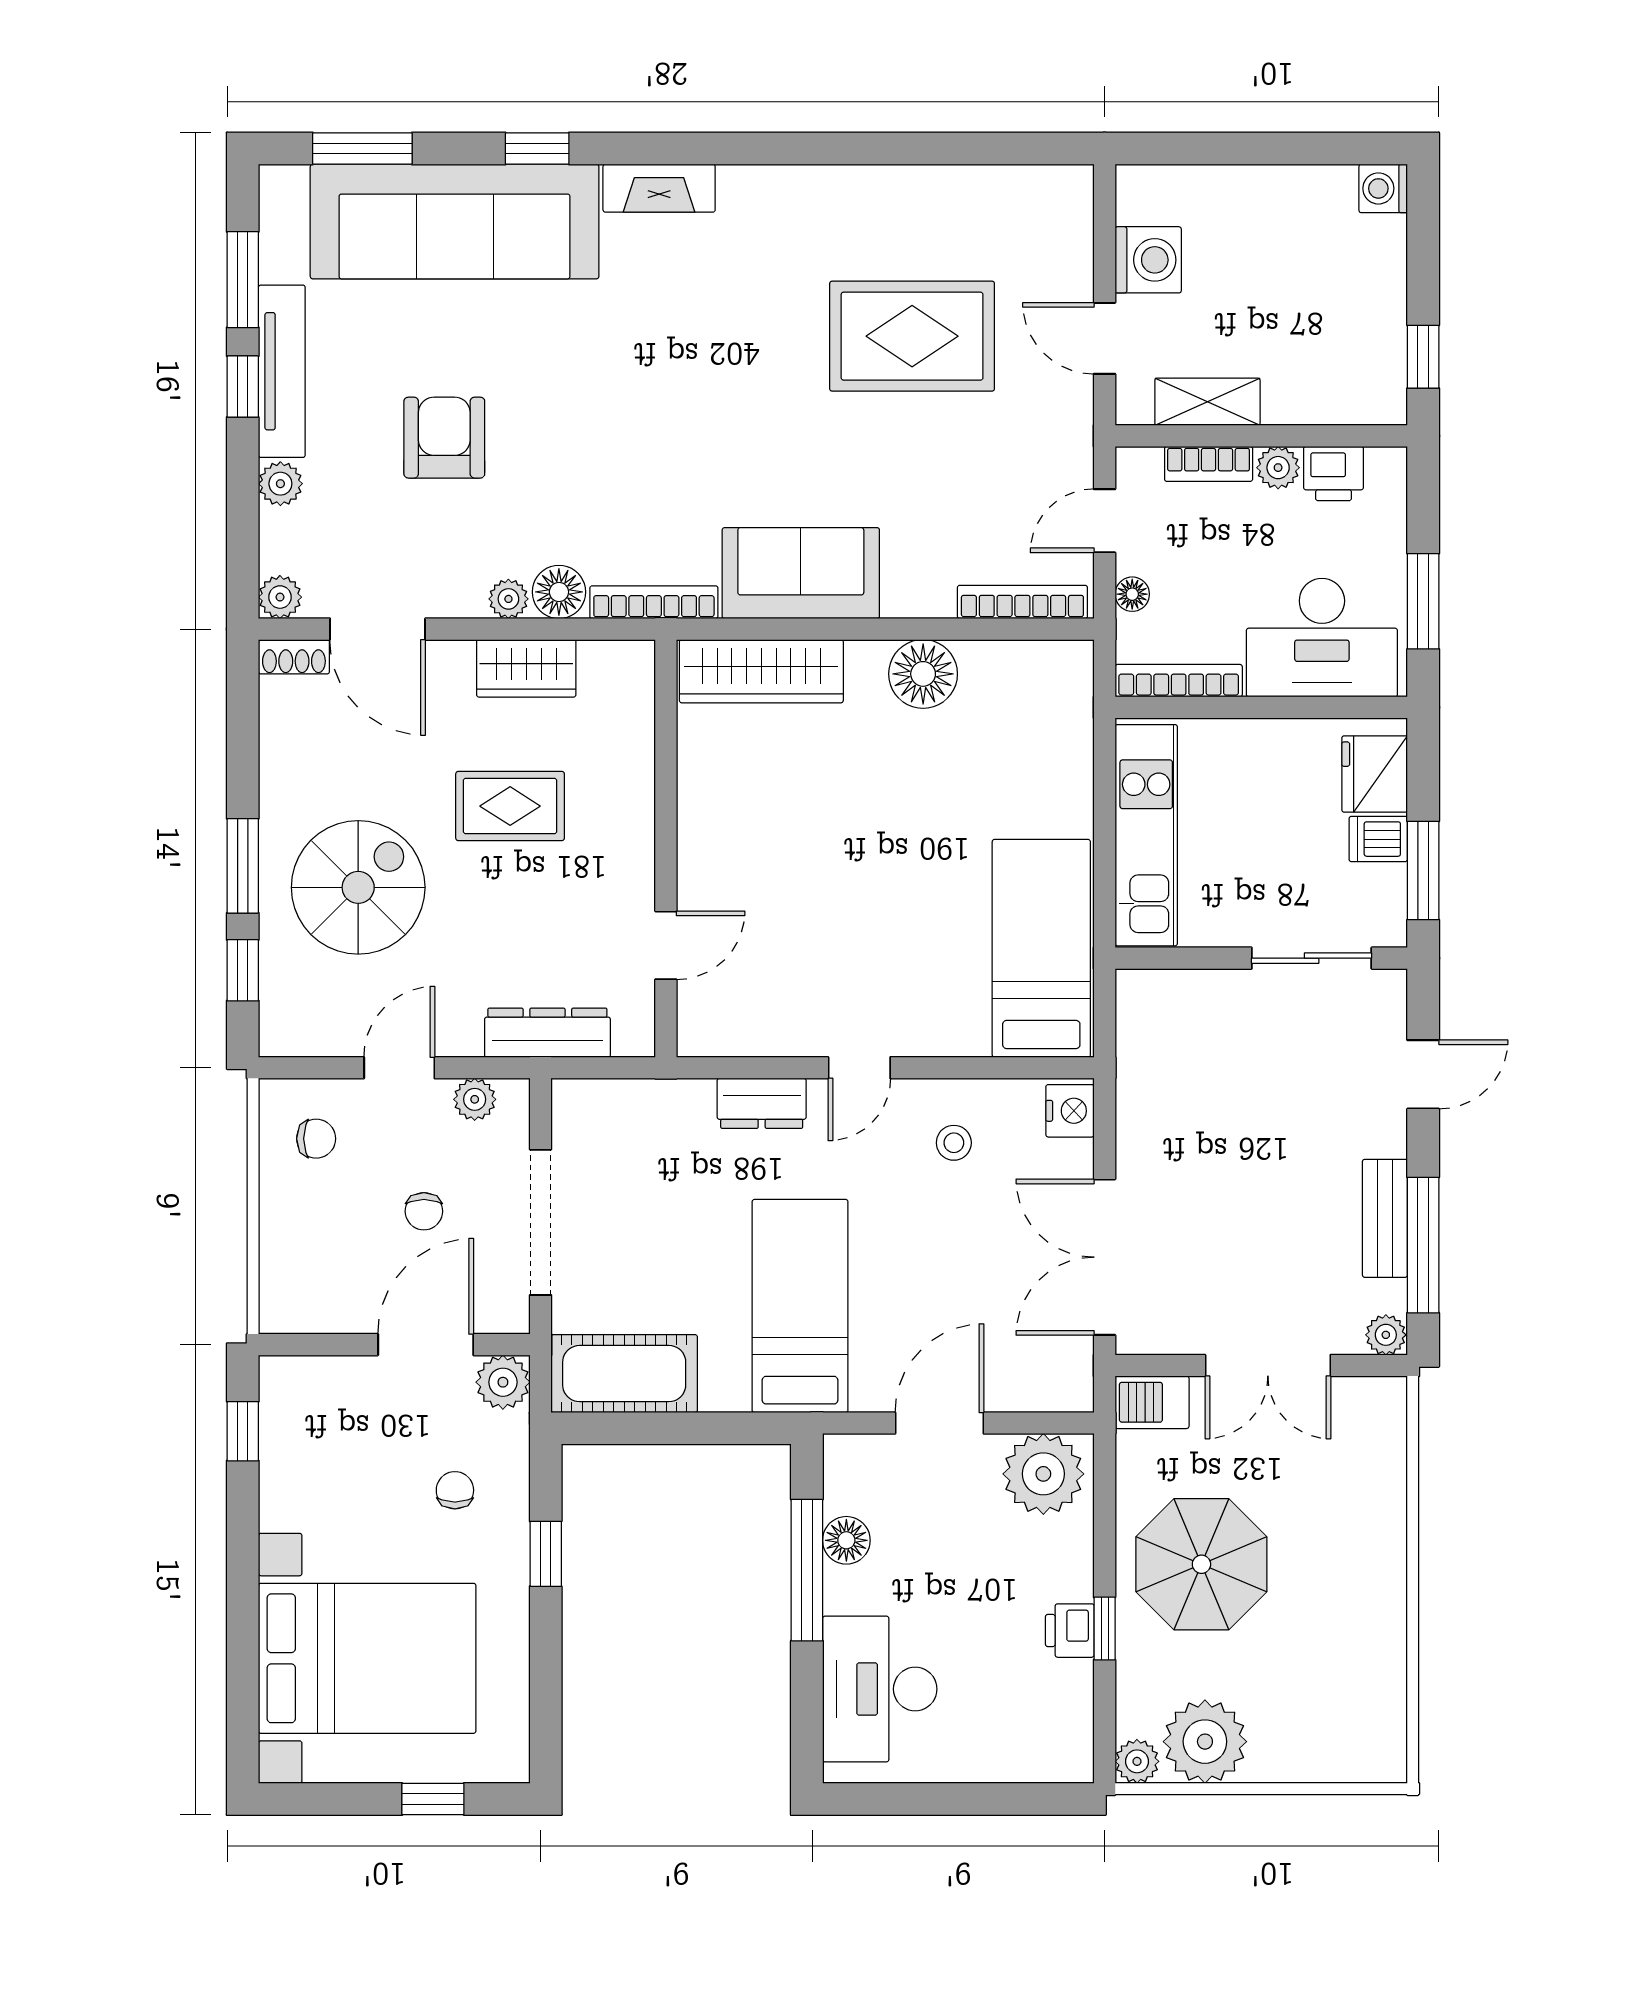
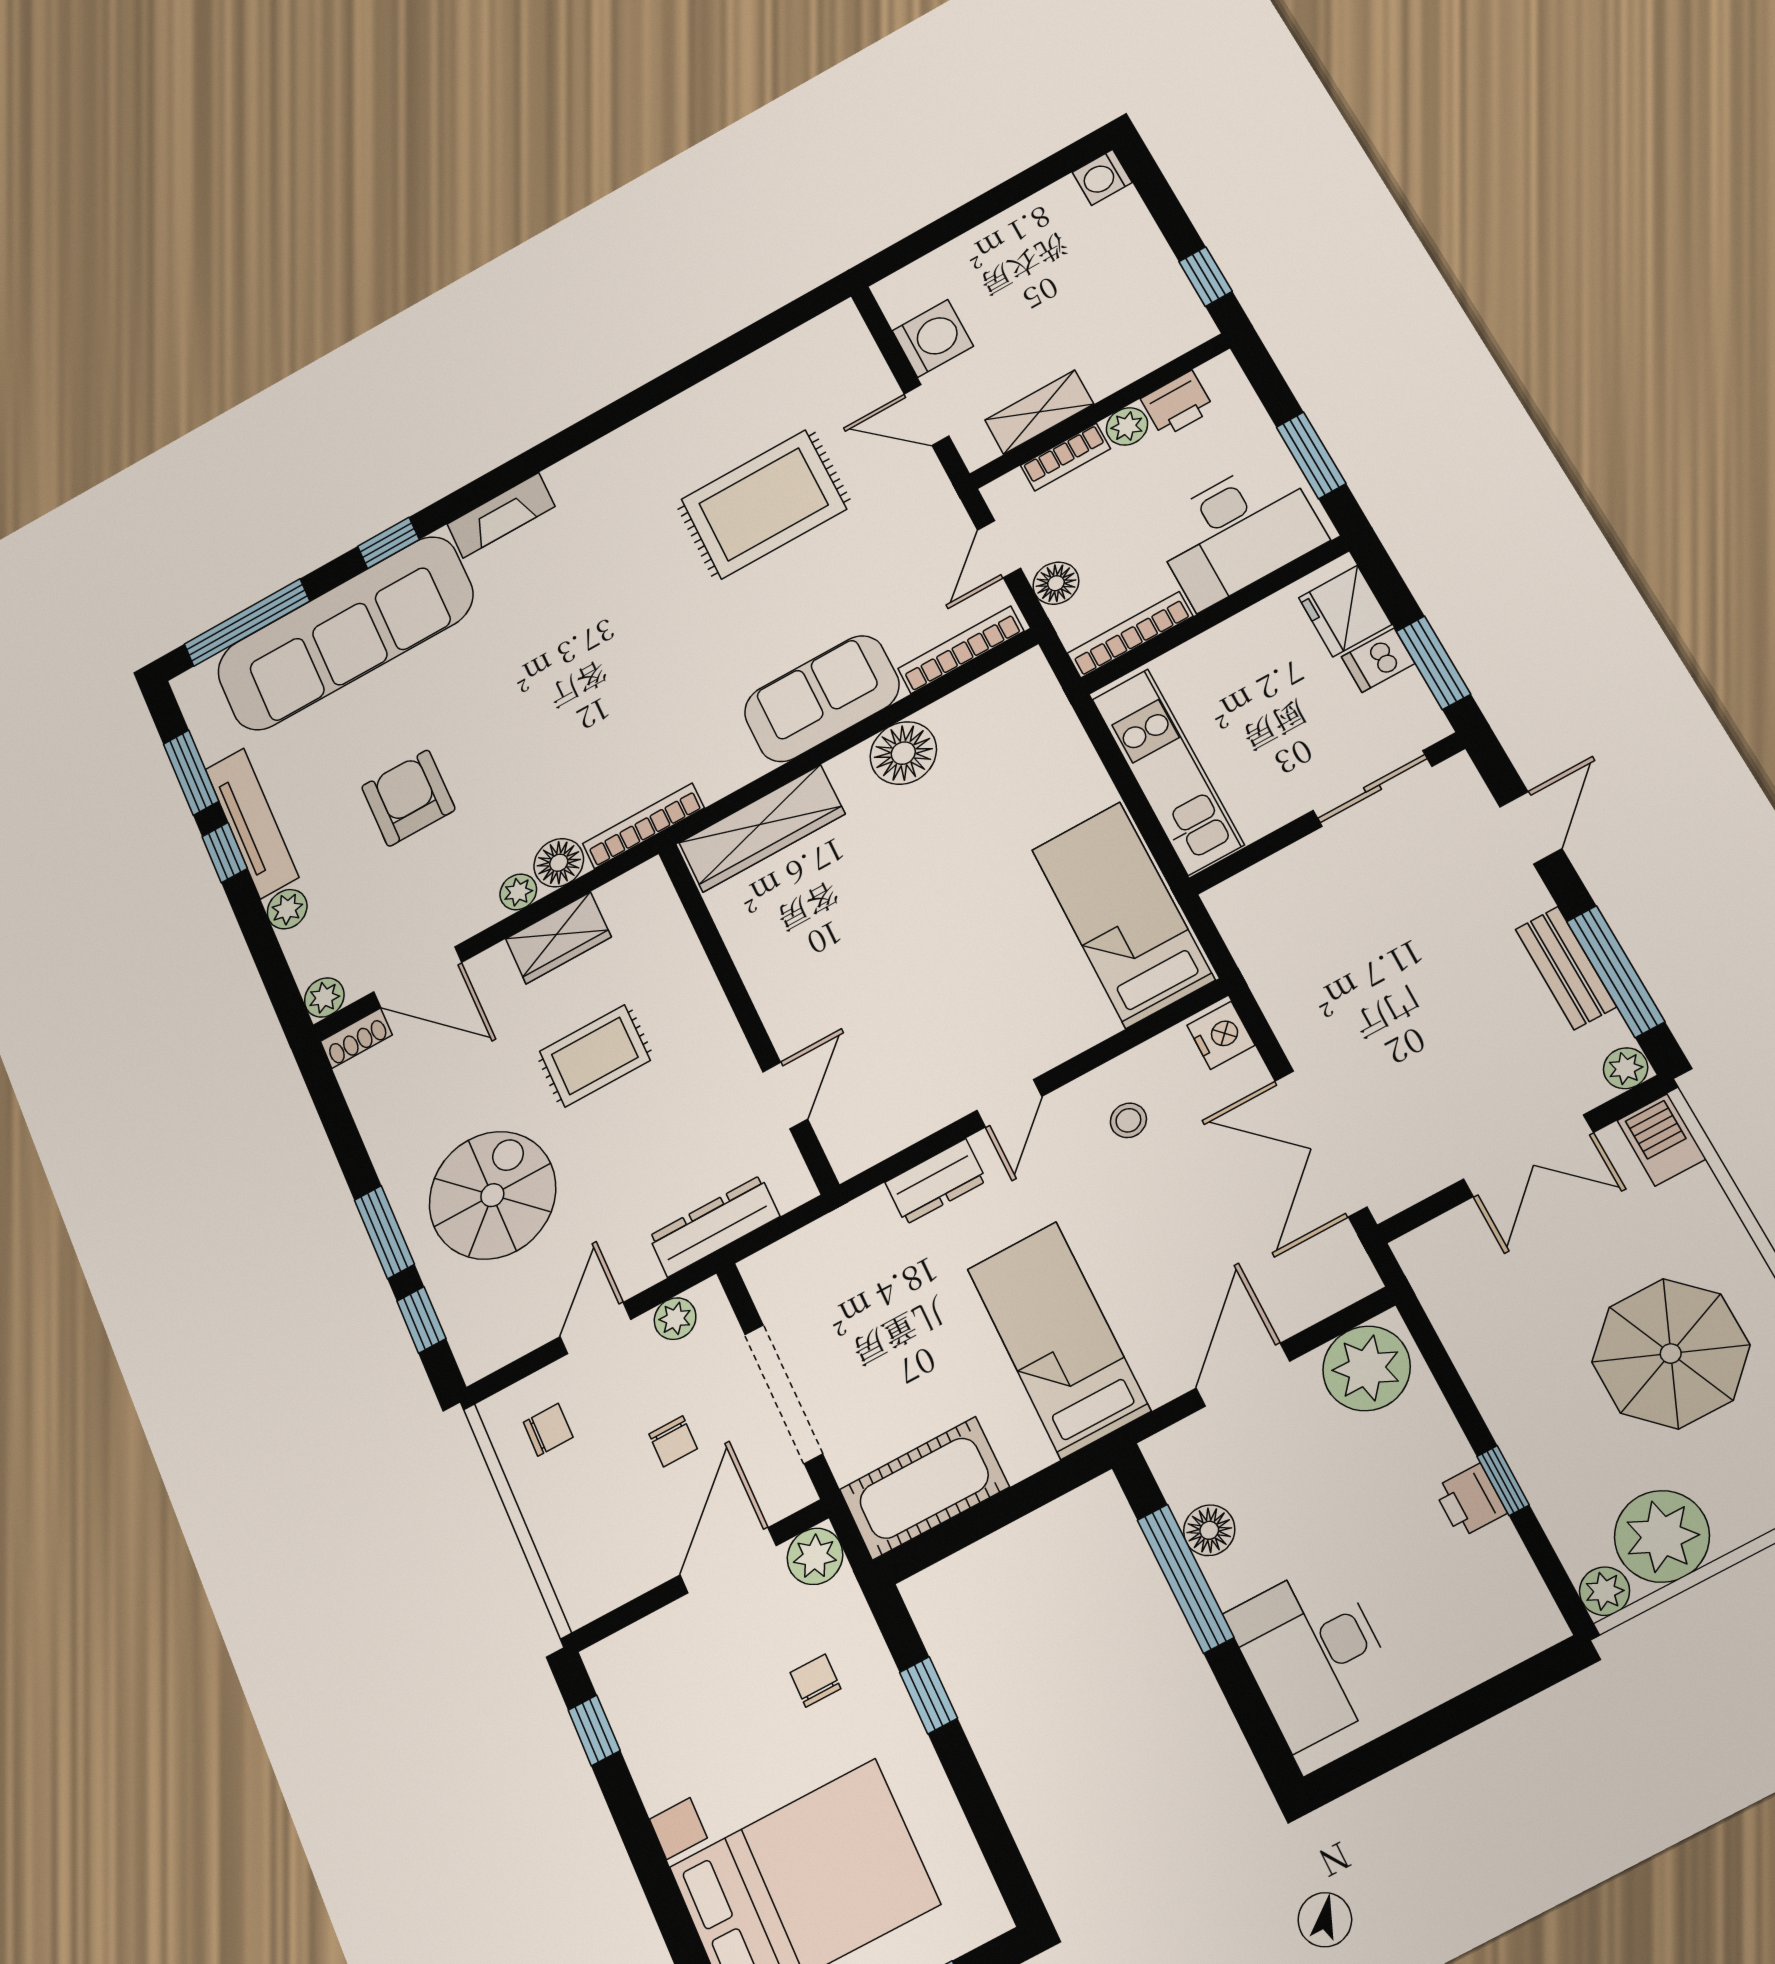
window: (362, 149) -> (247, 623), width x1.44
sofa: (801, 573) -> (822, 699), moved
floor lamp: (1132, 594) -> (1056, 583), width x1.37, depth x1.37
barbecue: (1152, 1402) -> (1661, 1140), moved, turned 90
parasol: (1201, 1564) -> (1671, 1354), moved

